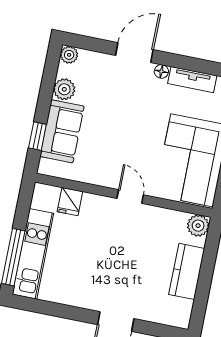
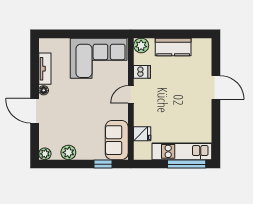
sofa: (62, 131) -> (117, 140), moved, turned -90
dishwasher: (160, 219) -> (142, 72), added

